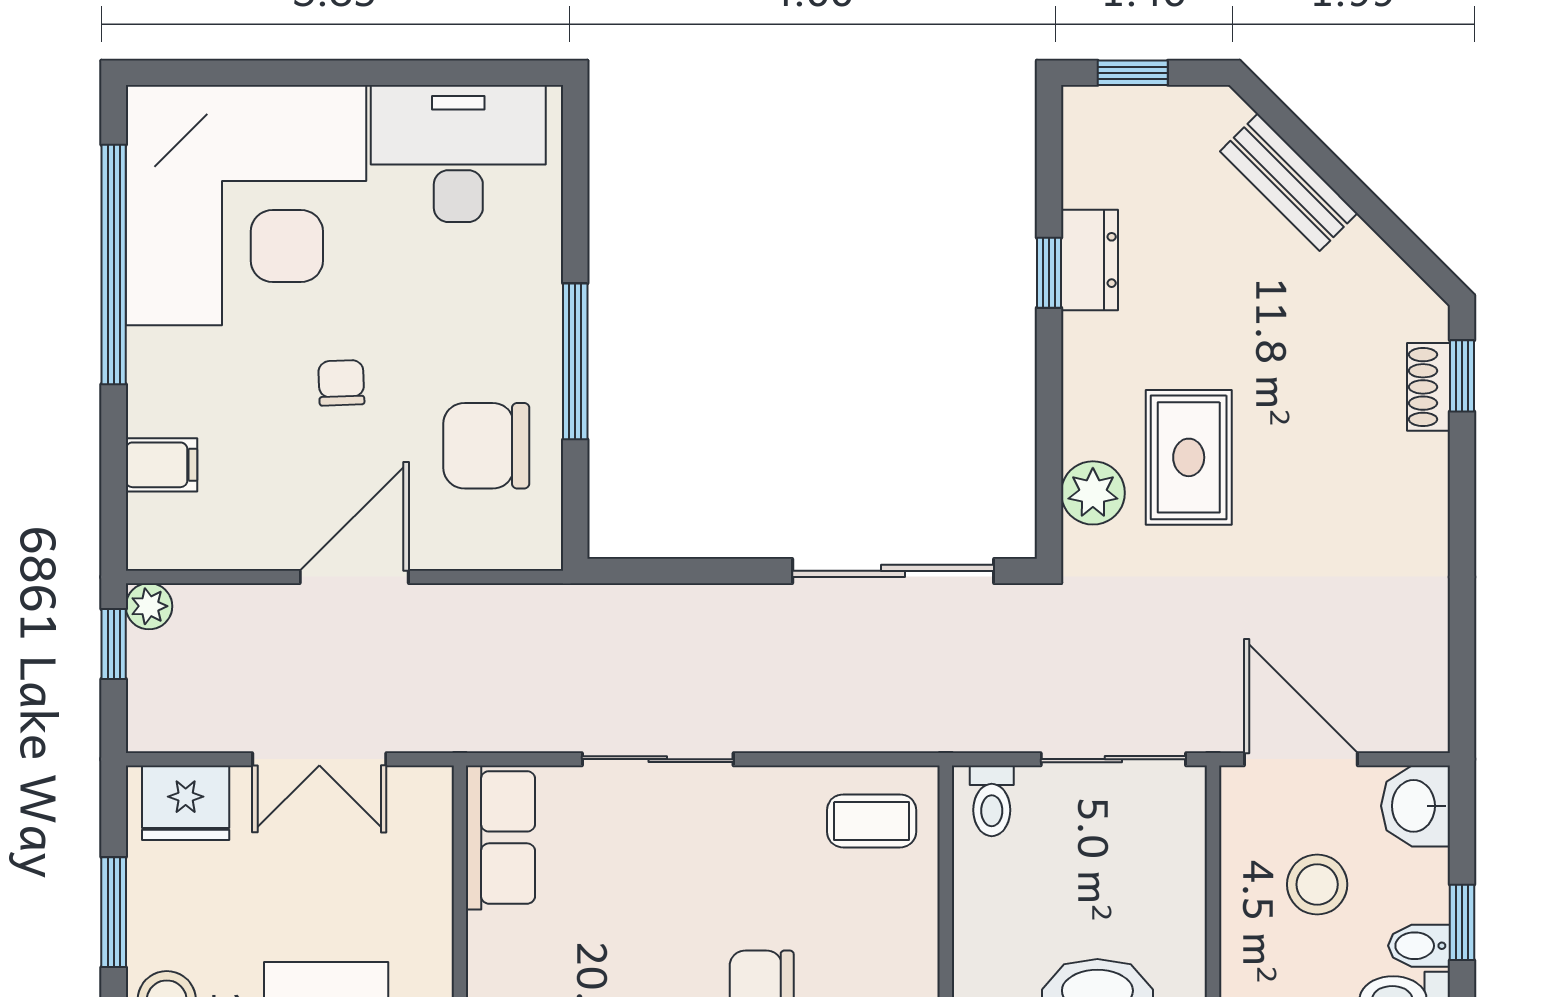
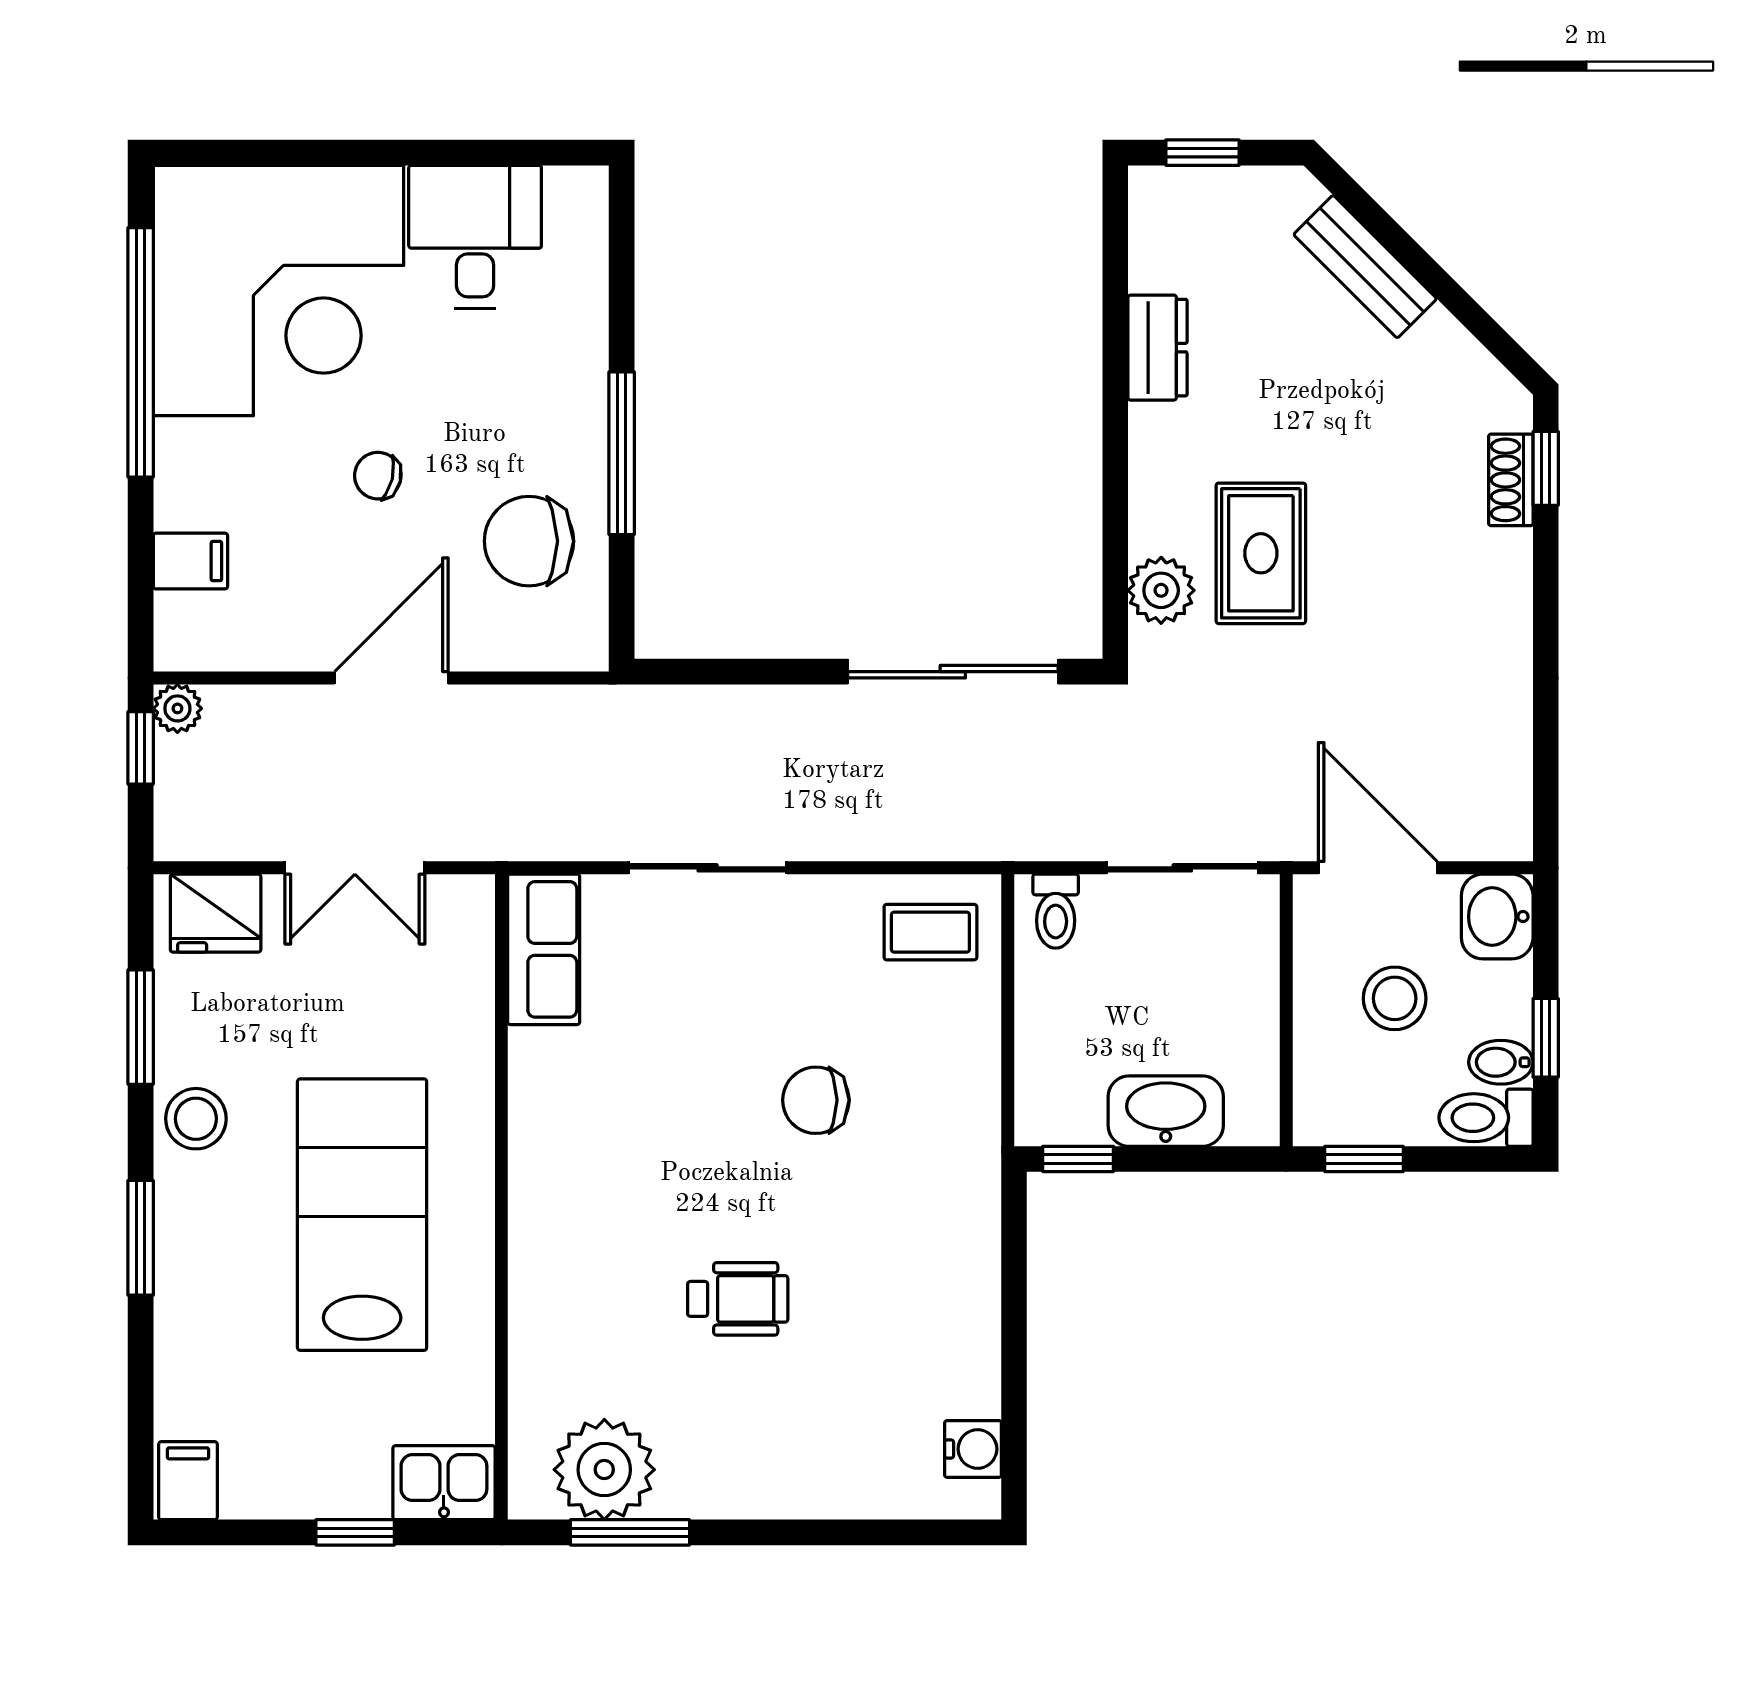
desk: (458, 154) -> (475, 237), width x0.73
window: (1049, 273) -> (1115, 361), removed
chair: (341, 383) -> (378, 476), turned -74

